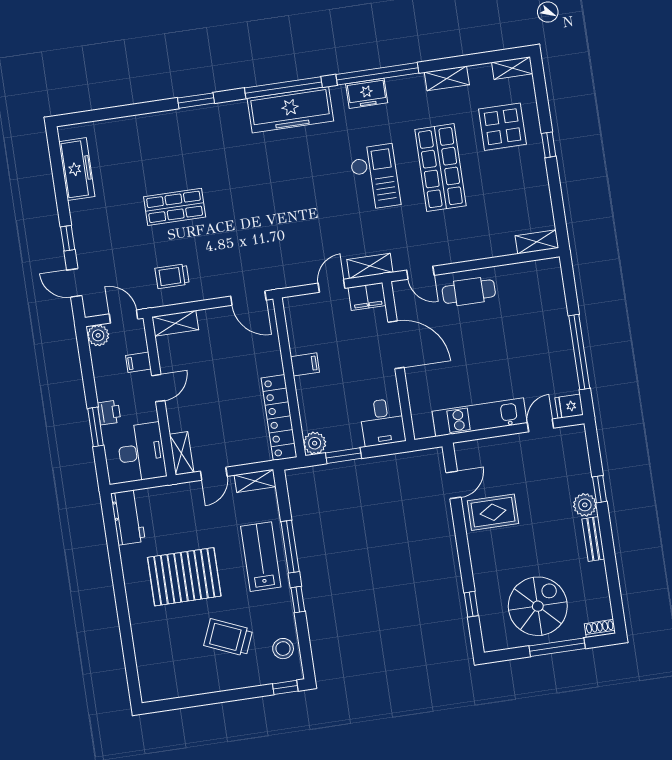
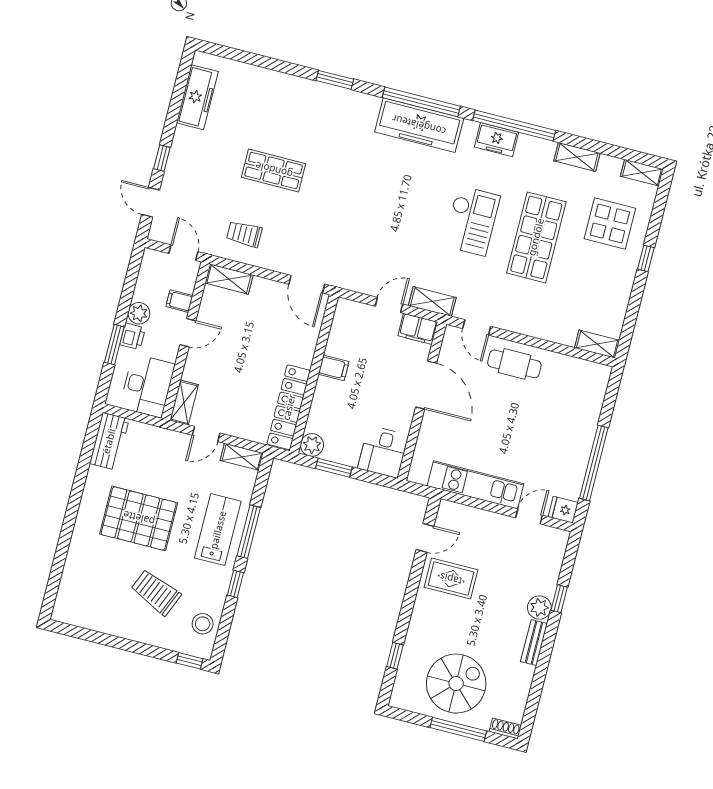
plant: (98, 335) -> (139, 313), moved

